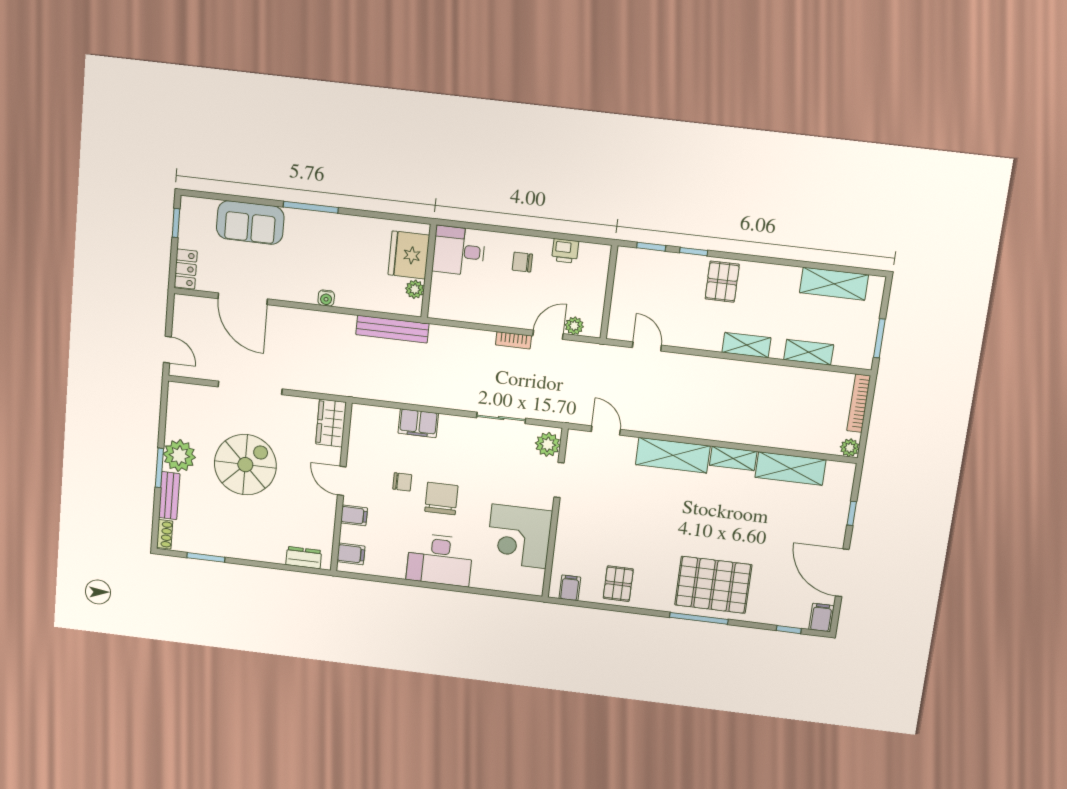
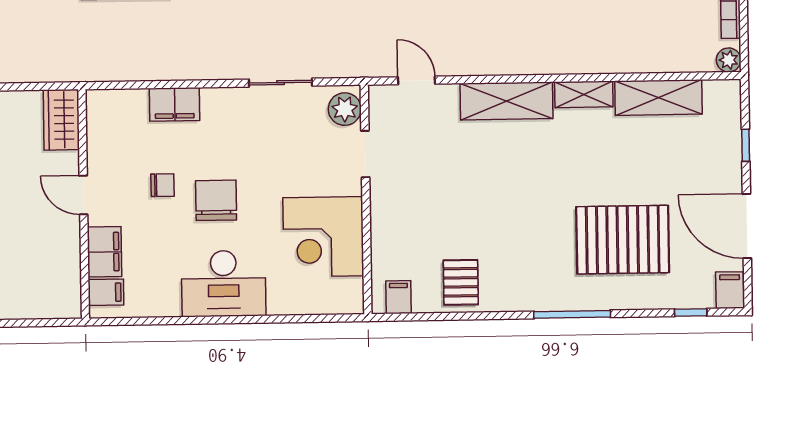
filing cabinet: (354, 515) -> (105, 252), width x2.00
dresser: (304, 558) -> (44, 306), removed
pallet: (713, 585) -> (623, 240), moved

